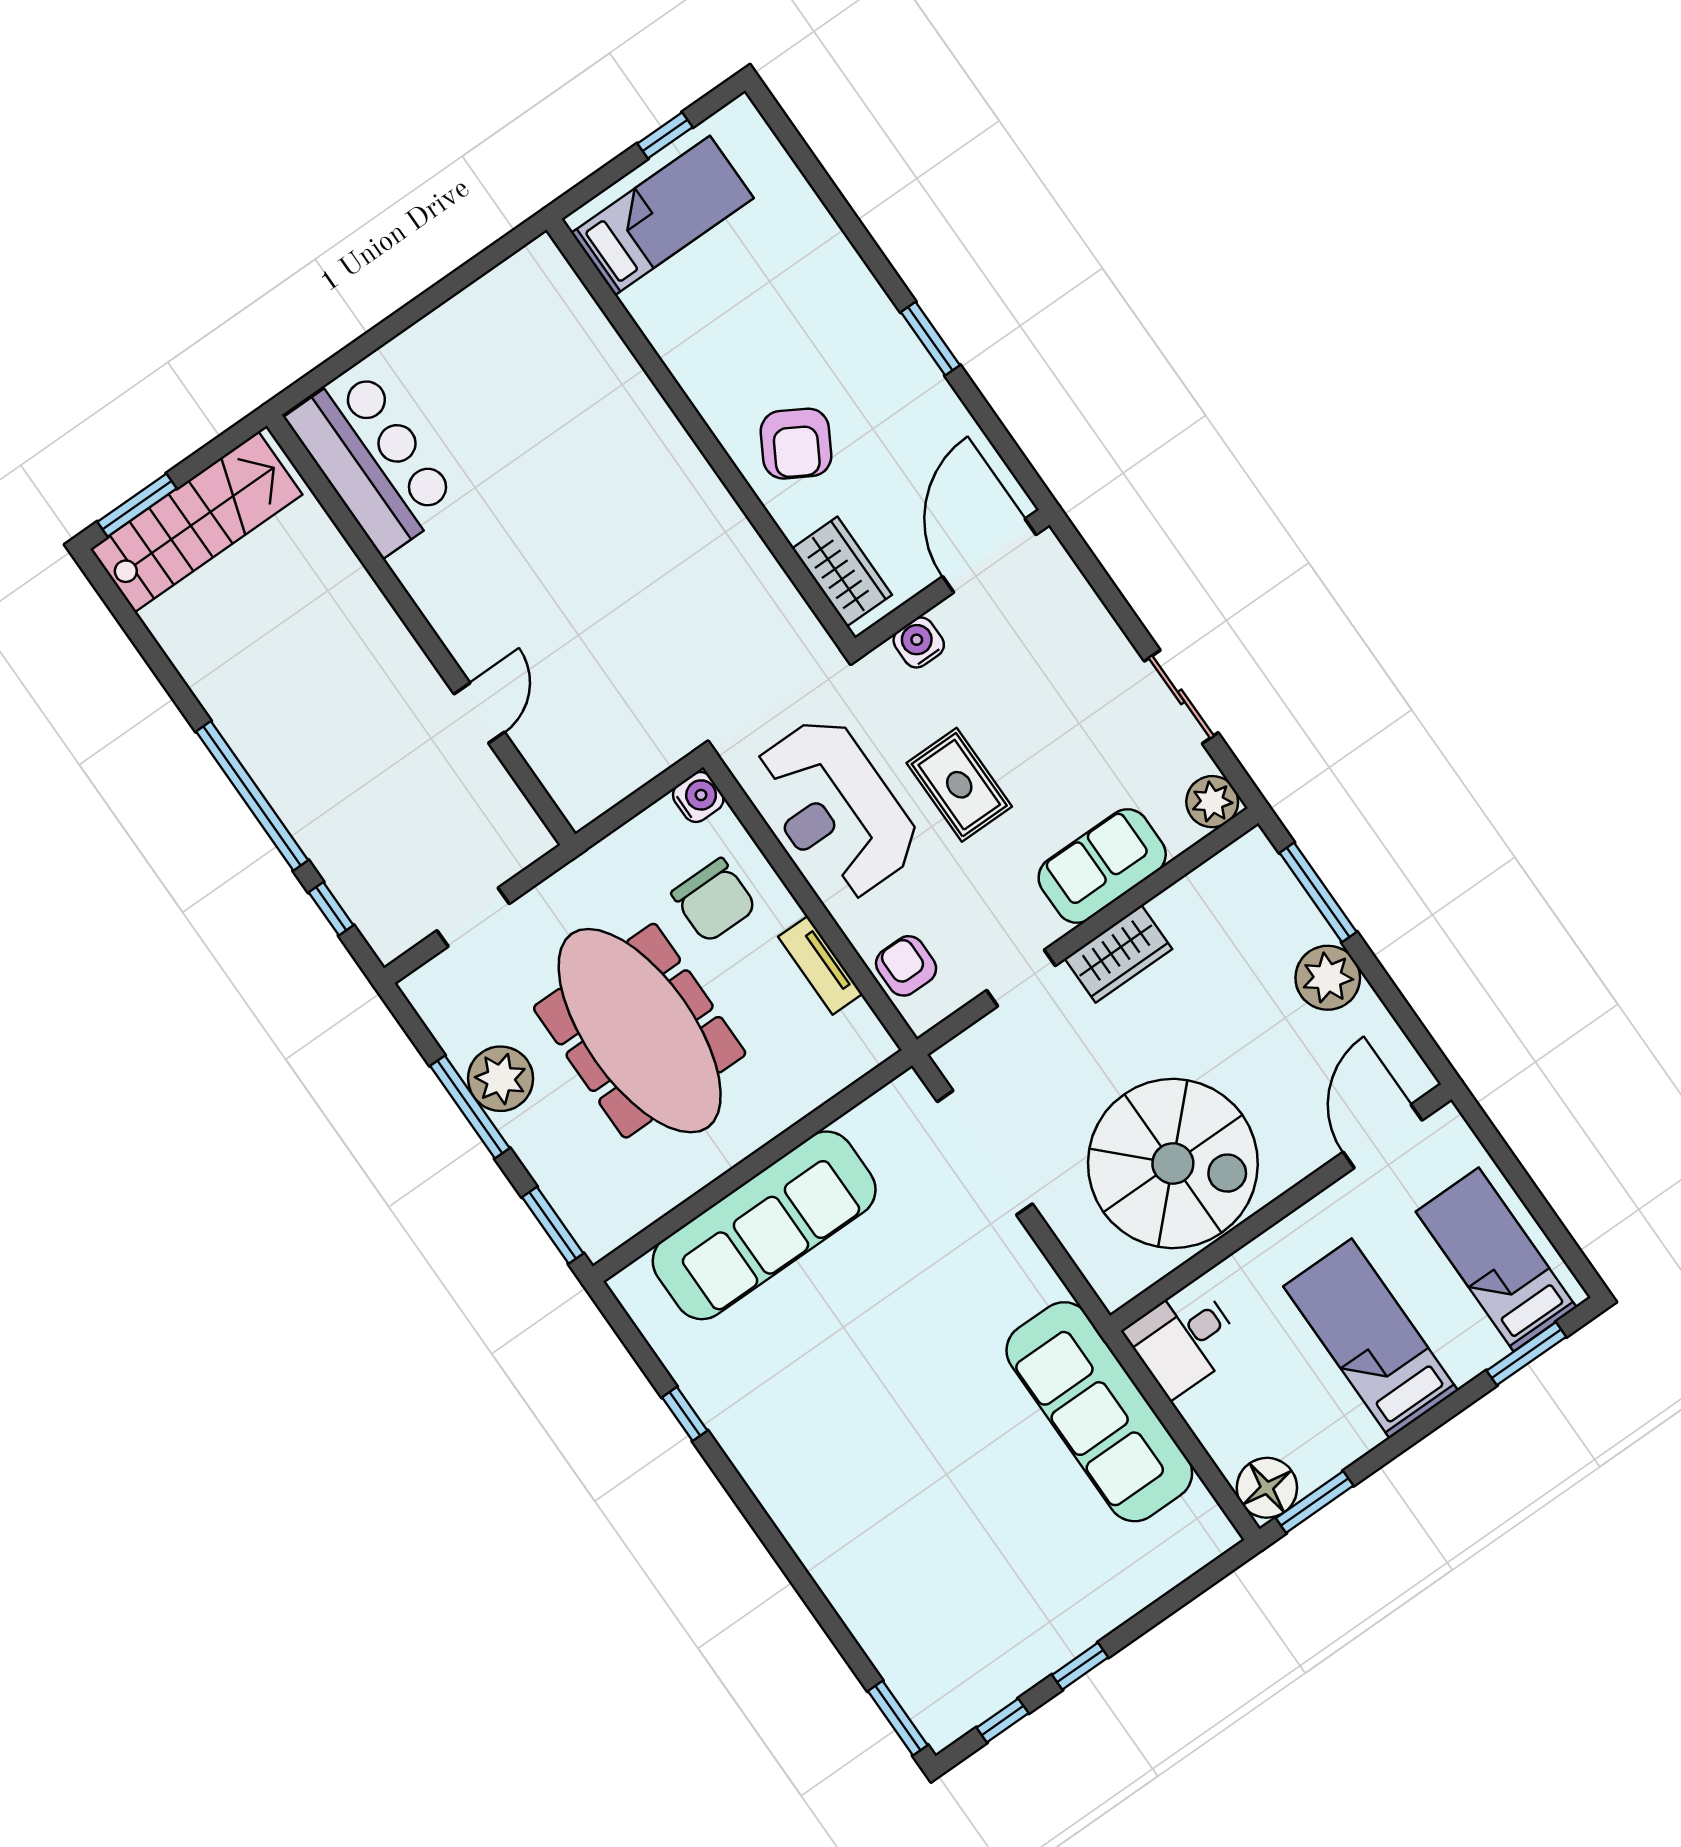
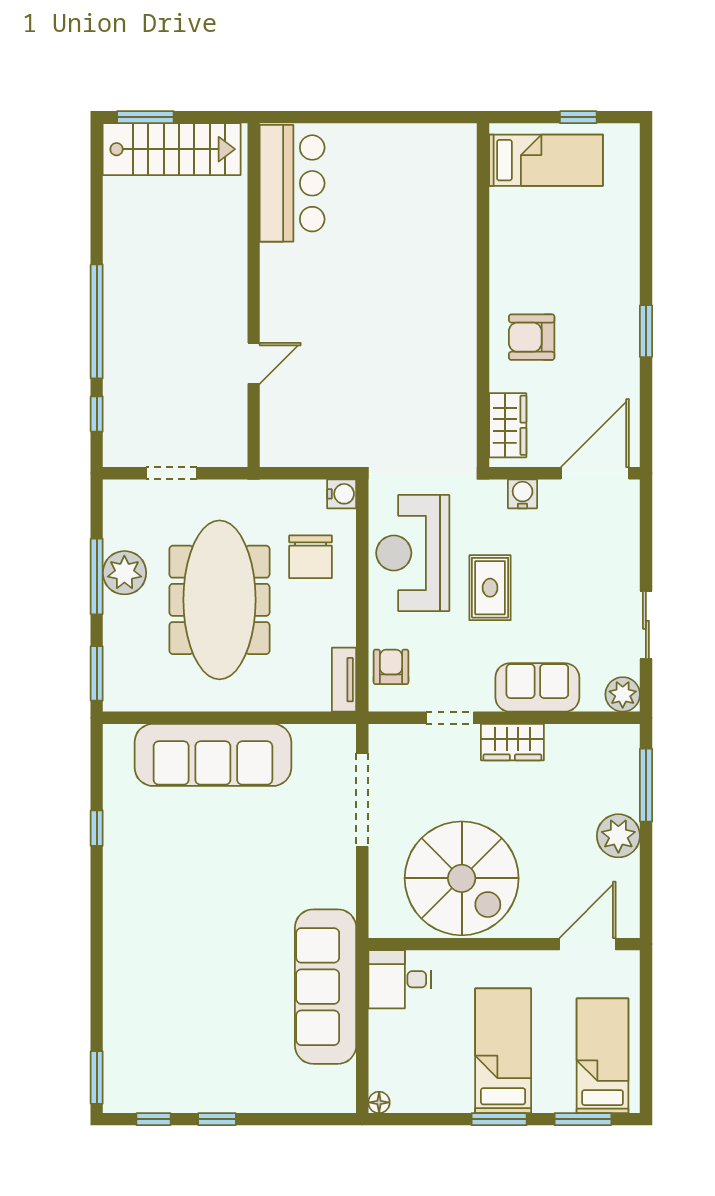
armchair: (796, 444) -> (532, 337), turned 60
tv unit: (820, 965) -> (344, 680), moved
floor lamp: (1267, 1488) -> (379, 1102), width x0.53, depth x0.53
window: (1315, 1502) -> (499, 1119), moved

